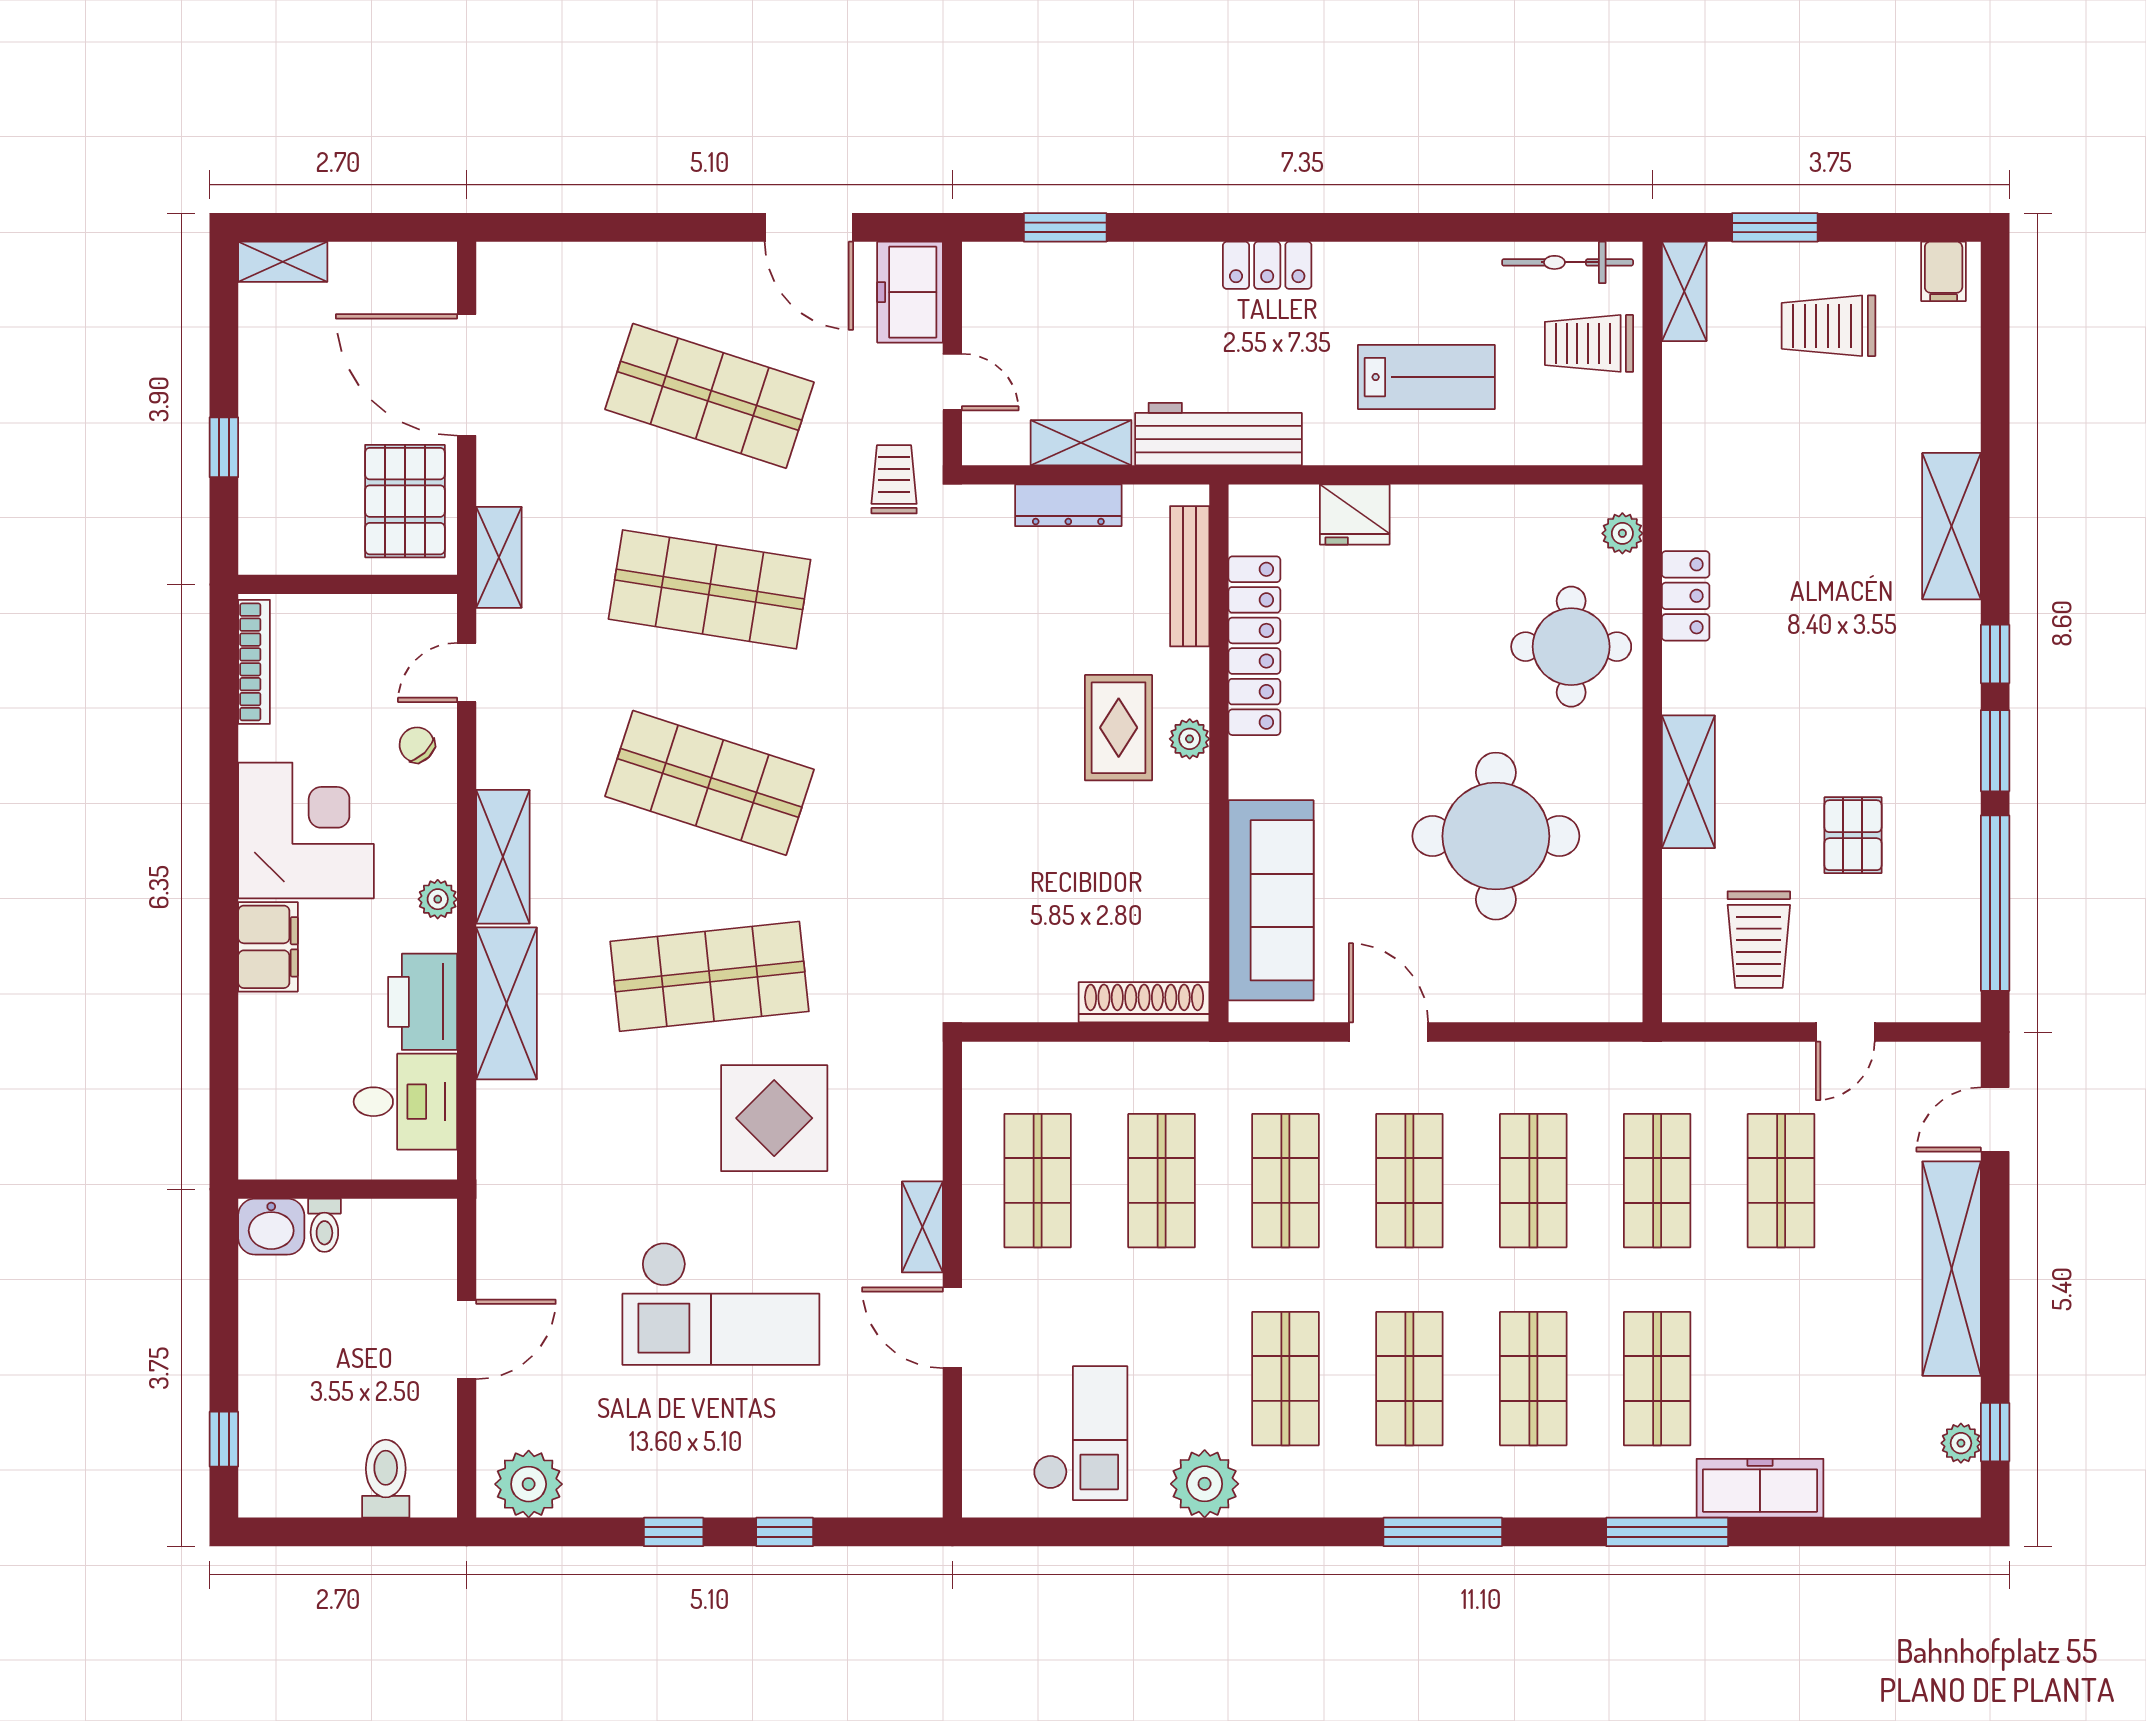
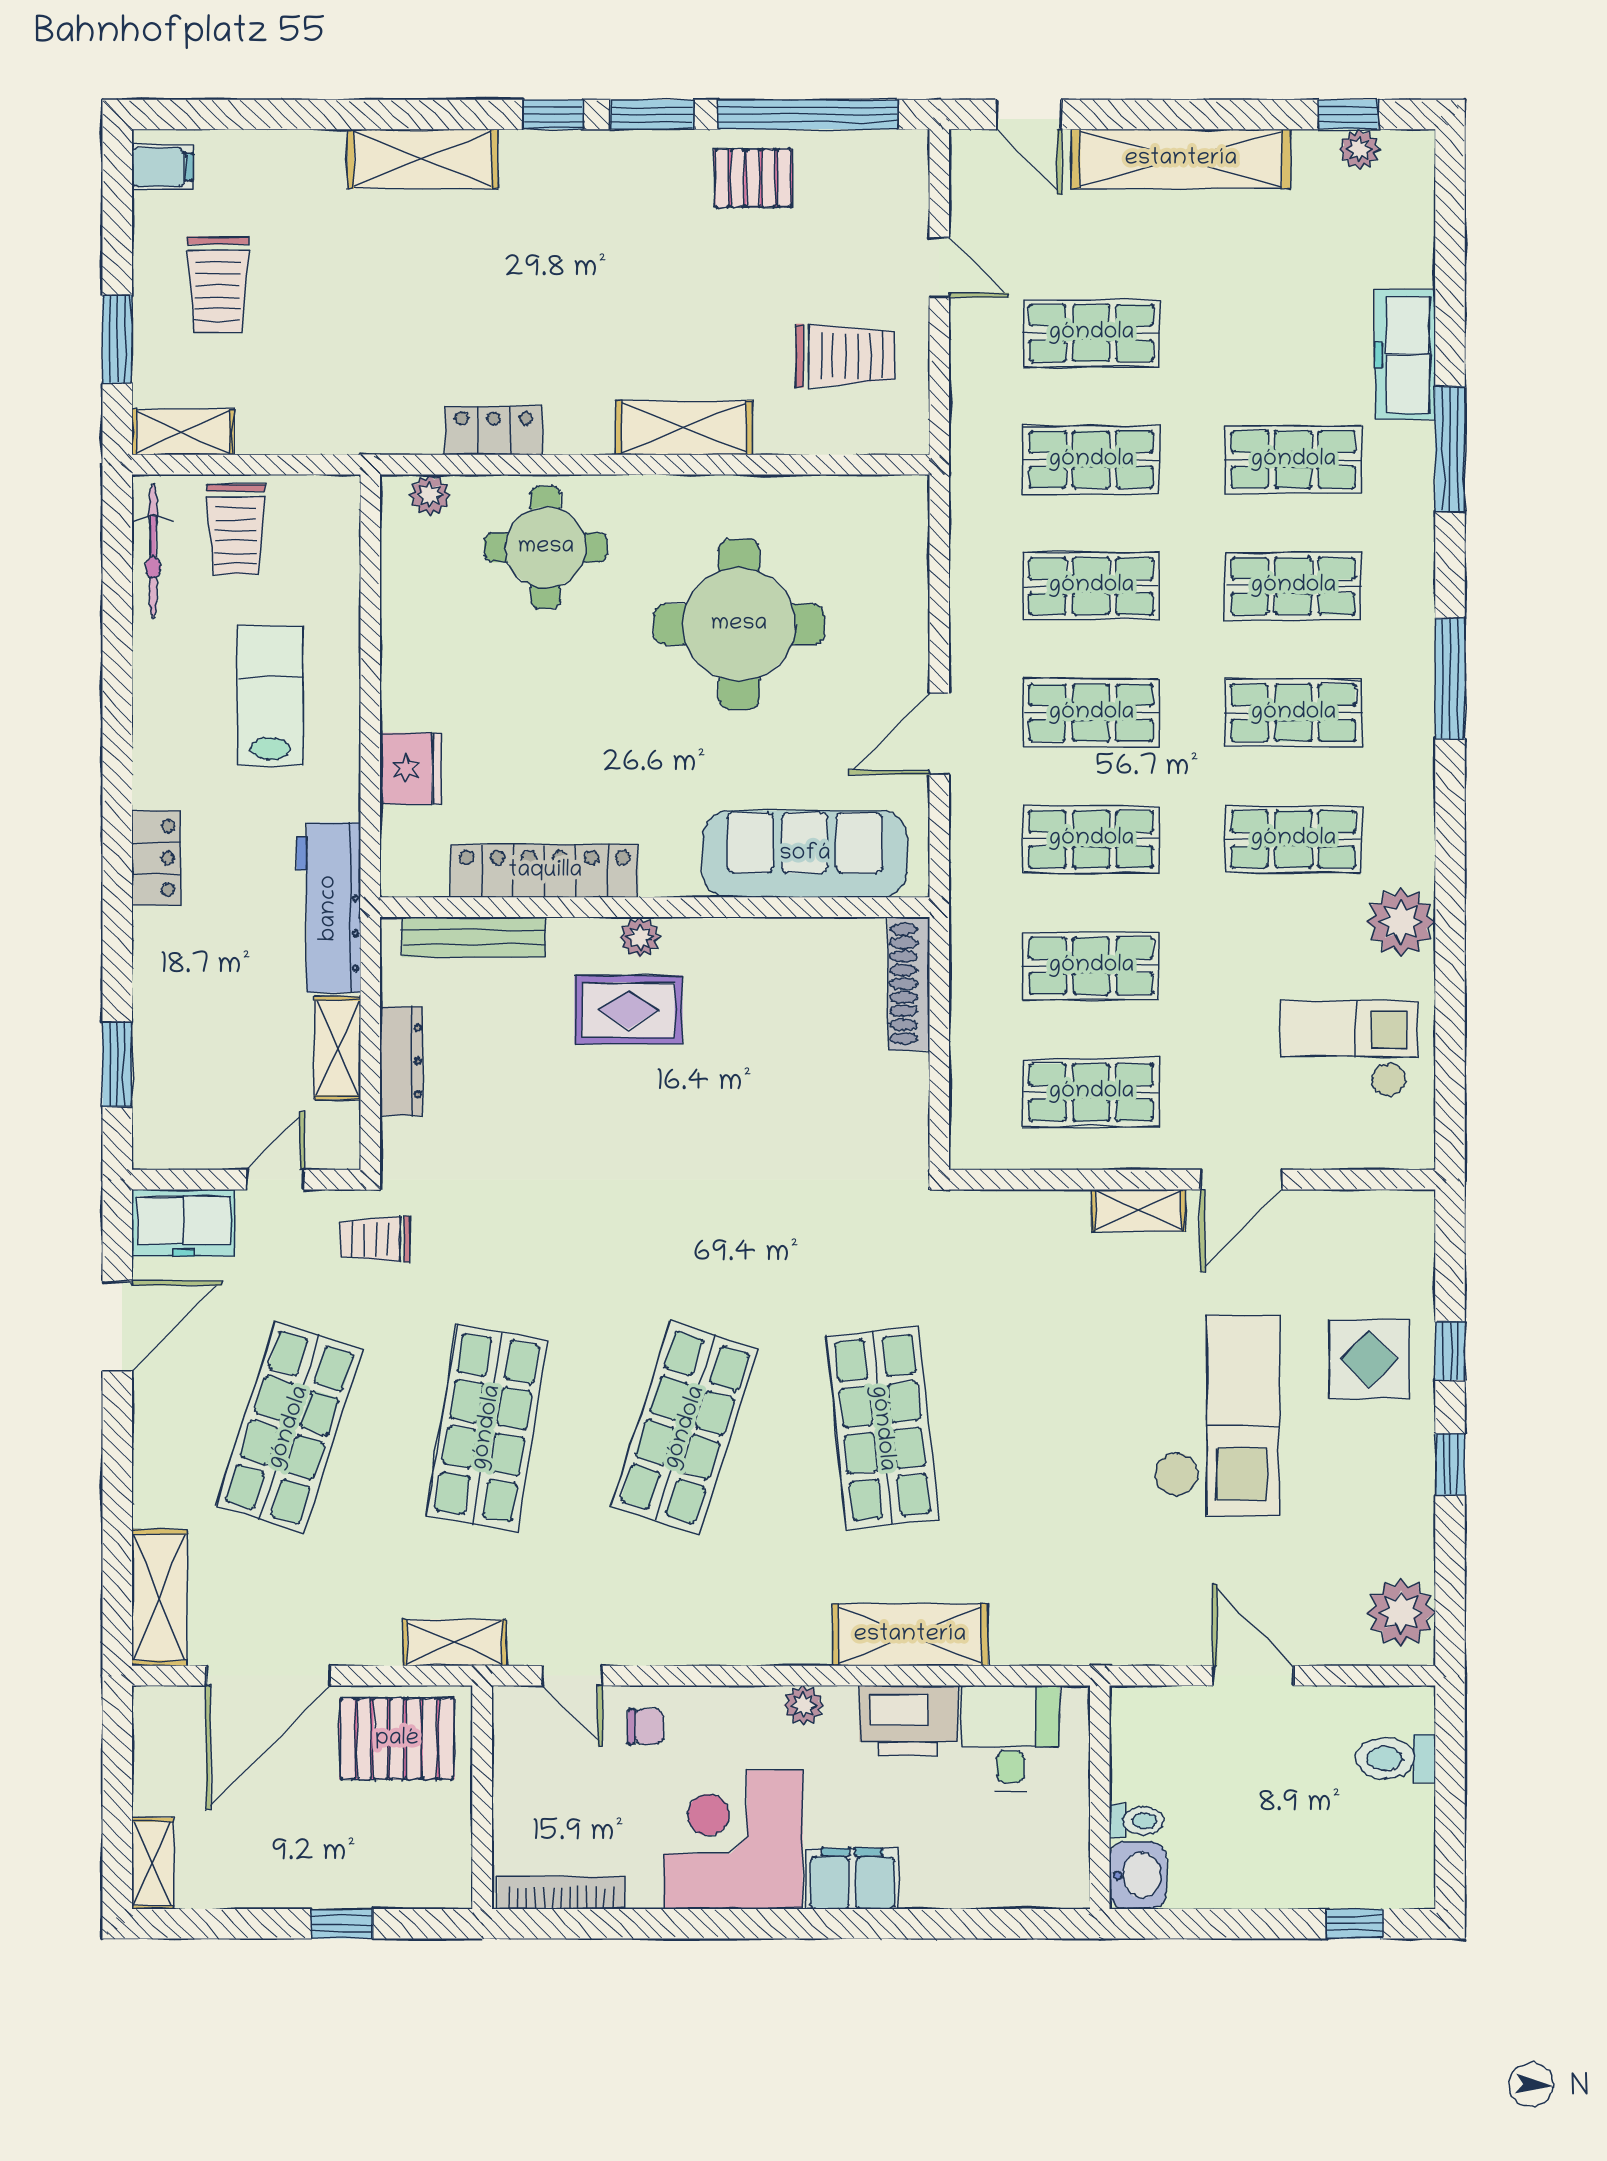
chair: (417, 745) -> (646, 1727), turned -136
pallet: (1853, 835) -> (753, 178), moved
shelving: (503, 857) -> (159, 1598), moved, turned 90
display table: (774, 1118) -> (1369, 1359), moved, width x0.73, depth x0.73

